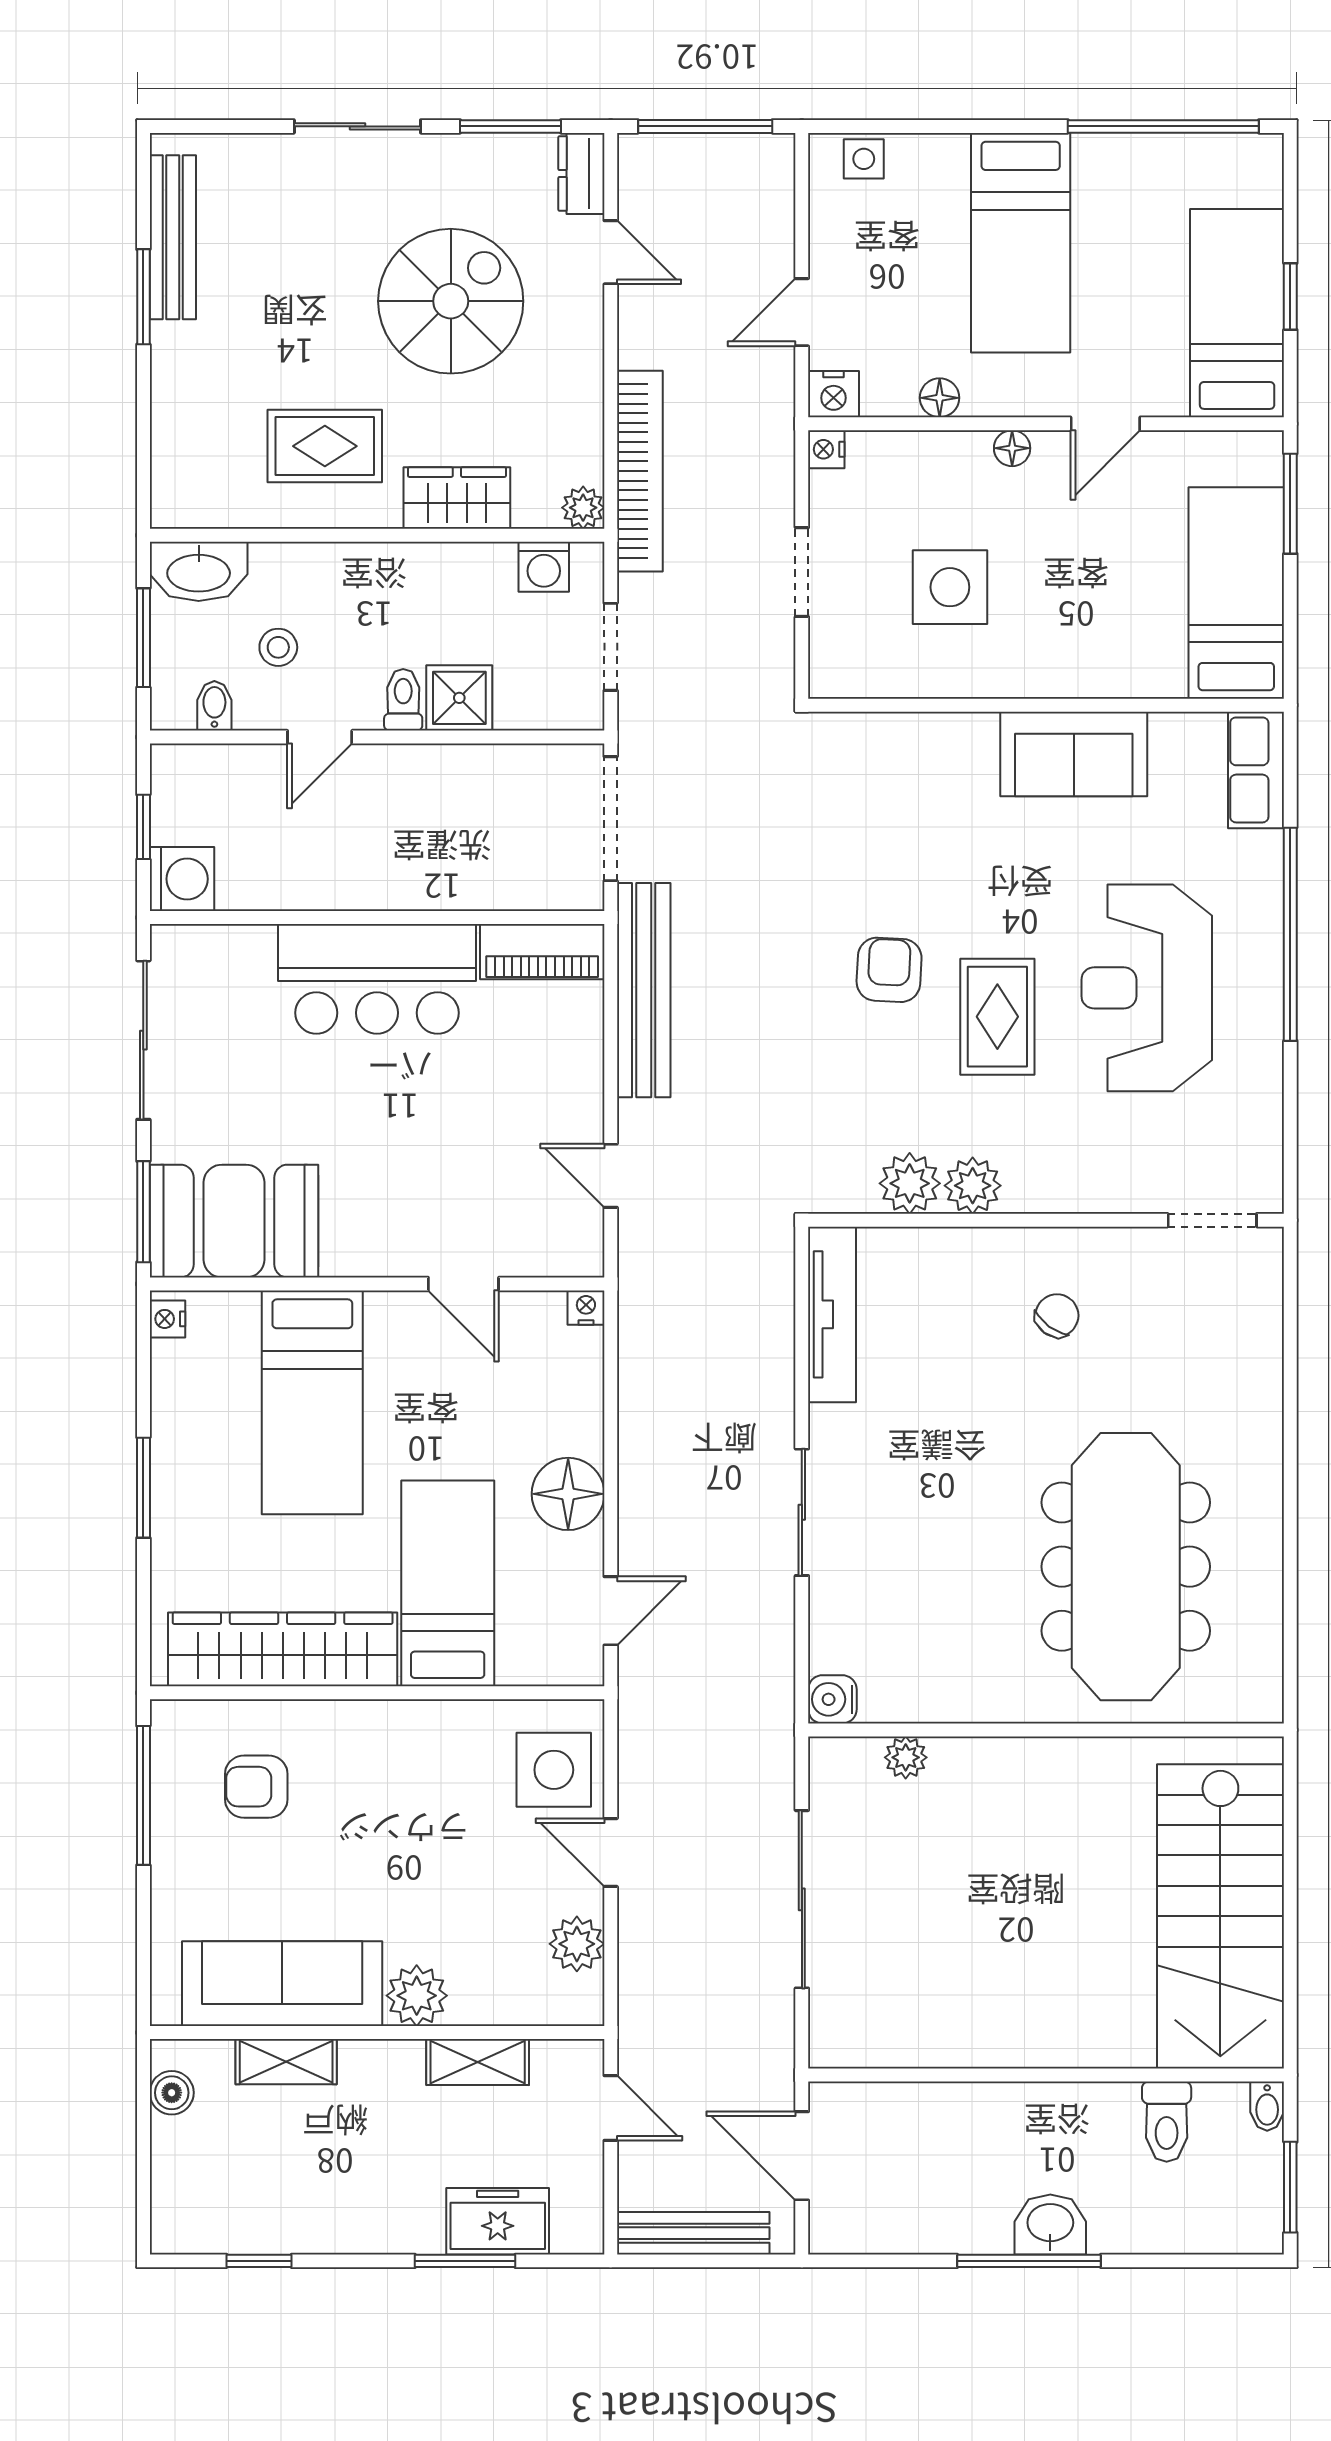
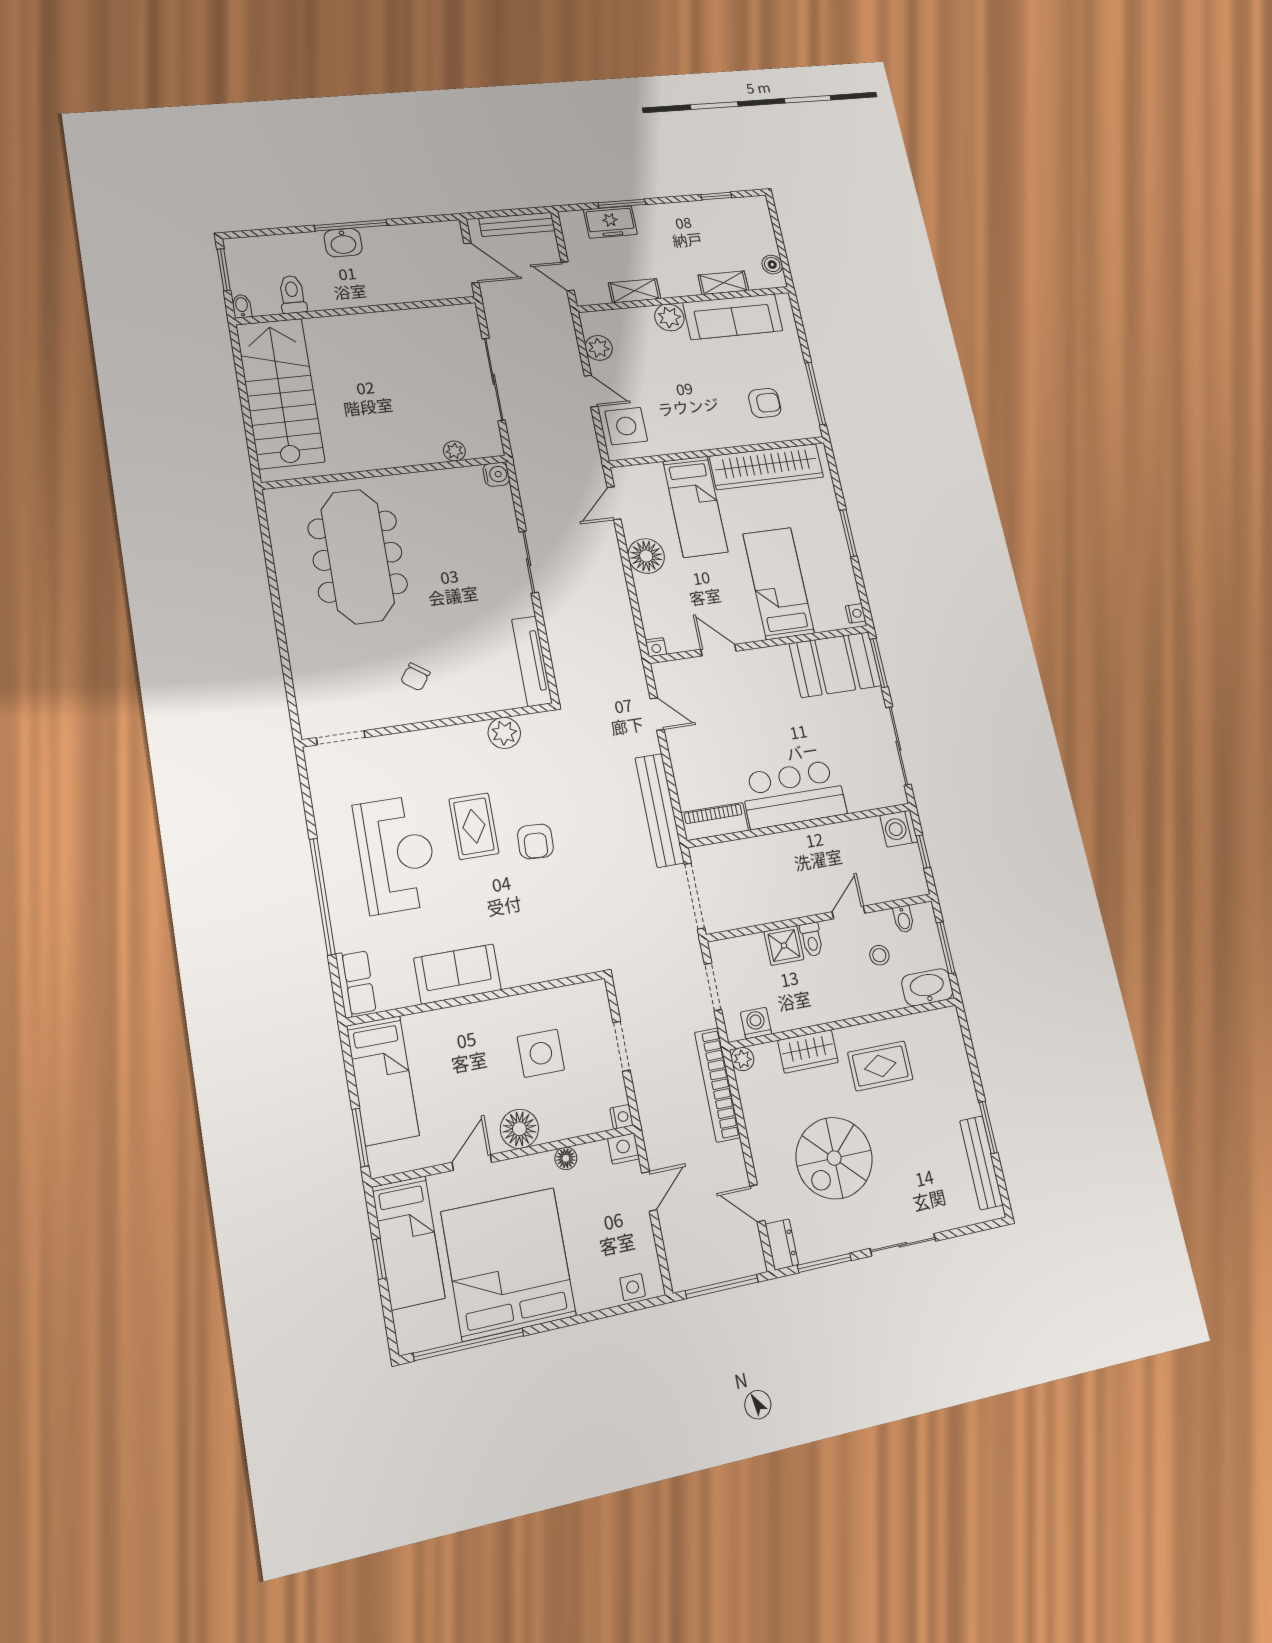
bed: (1021, 243) -> (508, 1264), width x2.04
floor lamp: (1012, 448) -> (519, 1129), width x1.89, depth x1.89
plant: (973, 1186) -> (471, 737), removed

